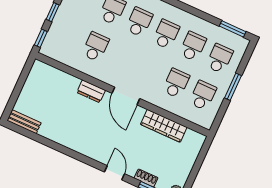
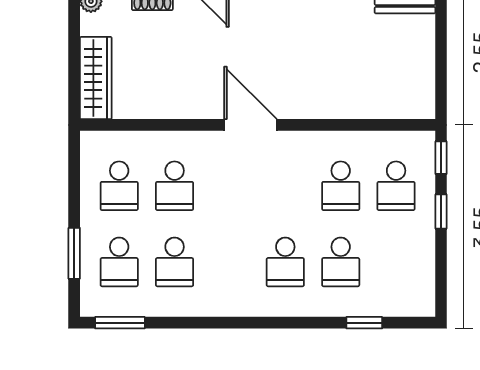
school desk: (166, 34) -> (396, 186), moved
window: (233, 87) -> (74, 253), moved
dresser: (91, 91) -> (314, 106), removed
wardrobe: (164, 126) -> (96, 78), moved, turned 90

